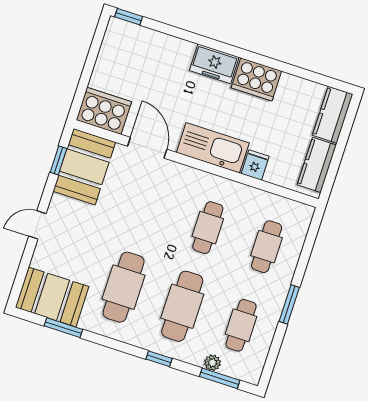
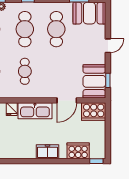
cooker: (256, 79) -> (78, 151), moved
door: (147, 148) -> (67, 100), hinge flipped

